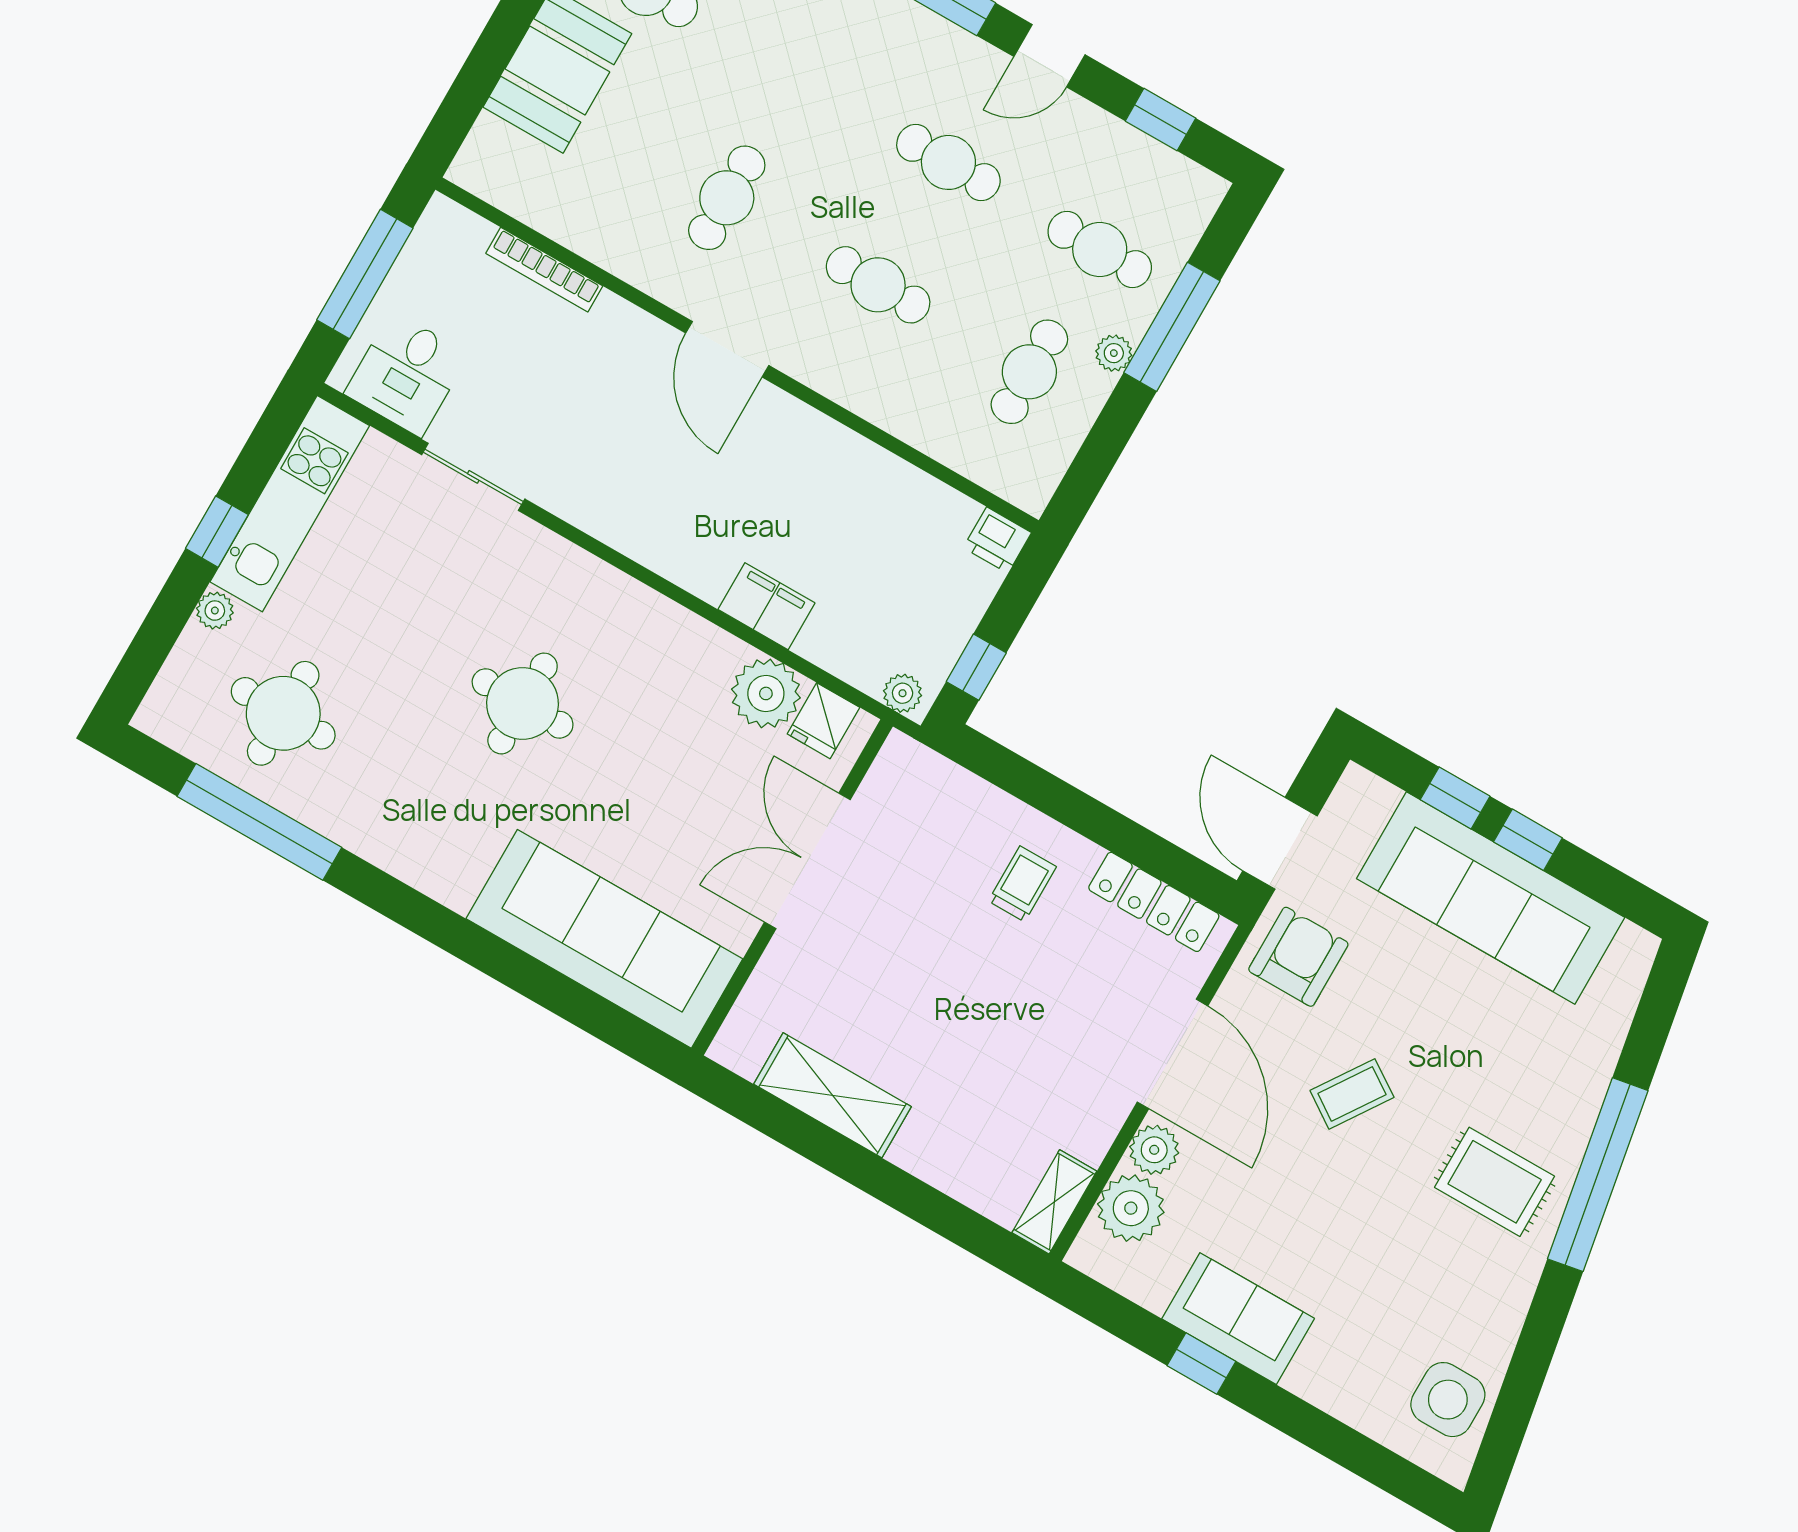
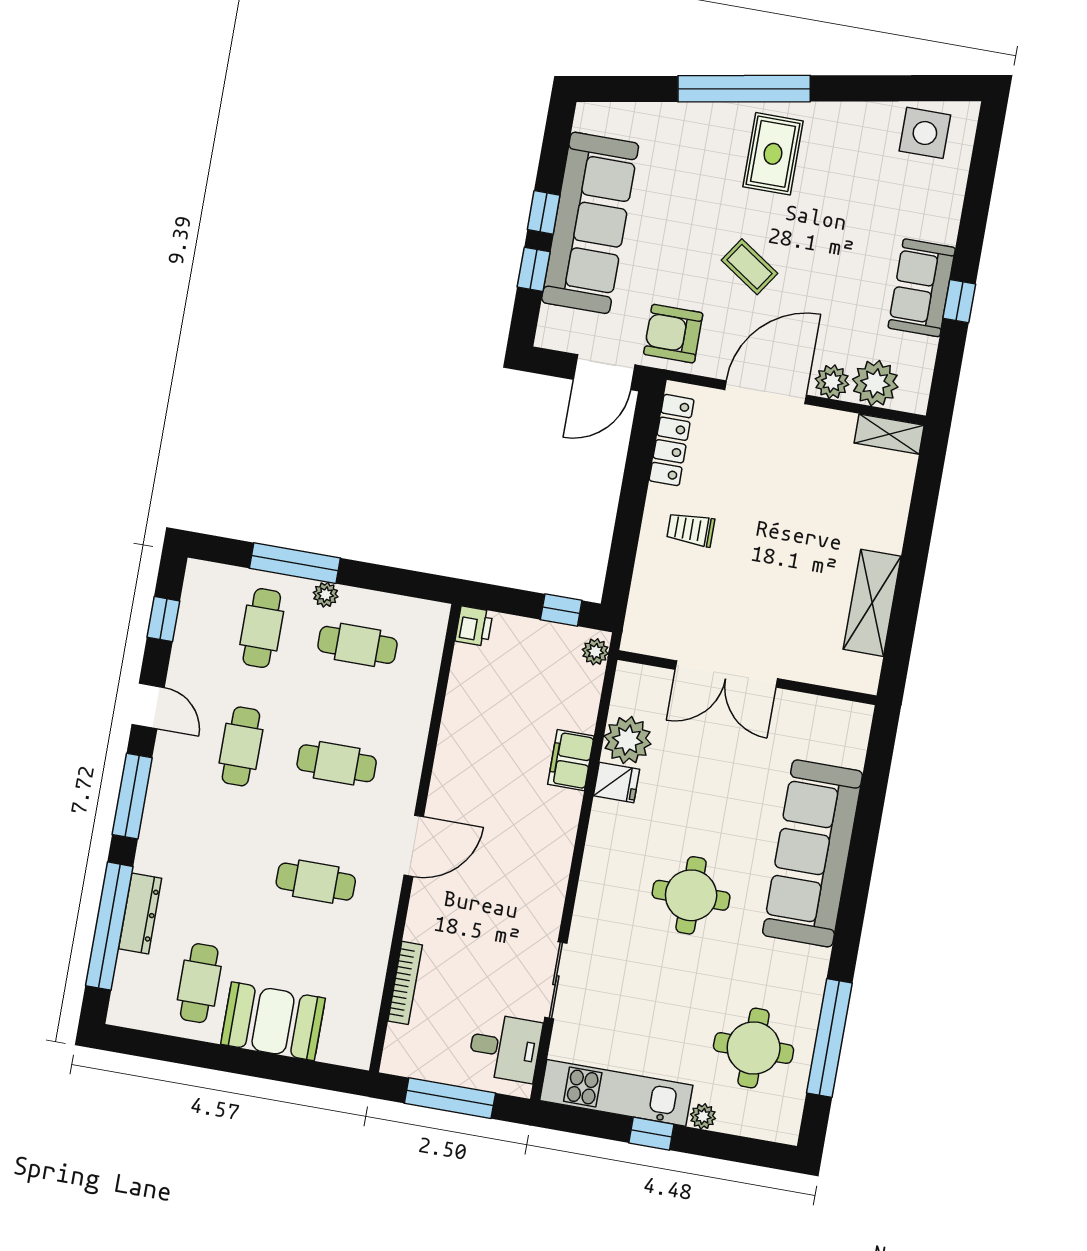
cafe table: (878, 285) -> (337, 763), turned 90
fridge: (823, 721) -> (616, 782), moved
sofa: (604, 939) -> (813, 853), moved

